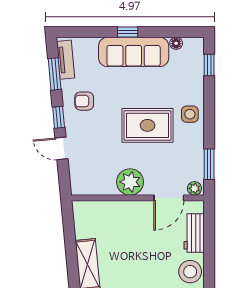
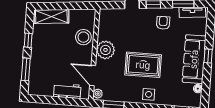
rug: (148, 125) -> (143, 65), turned 90
stool: (190, 272) -> (83, 37), moved

